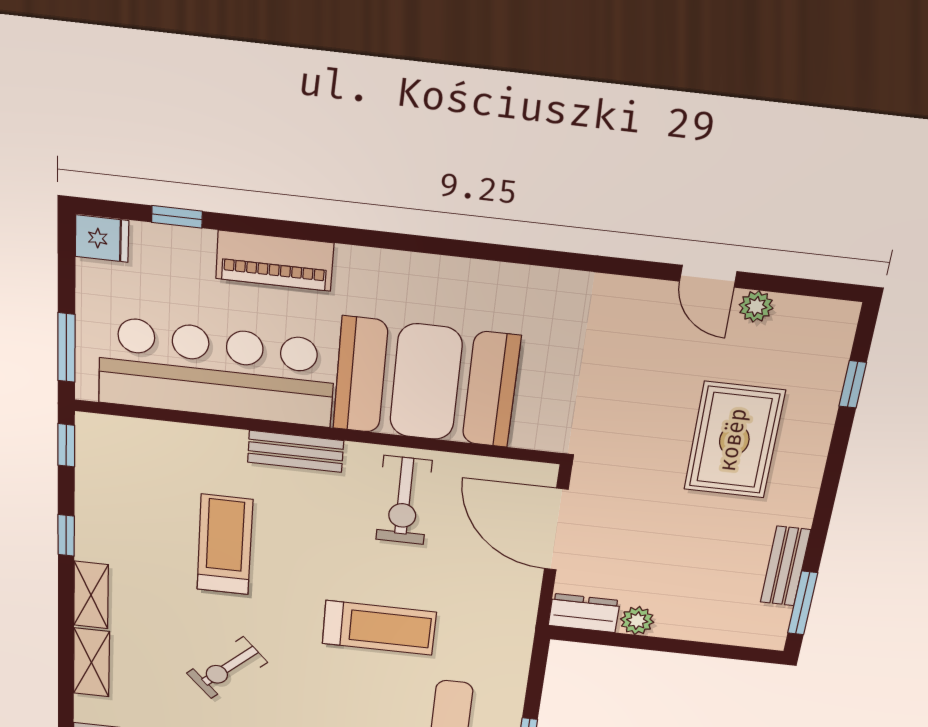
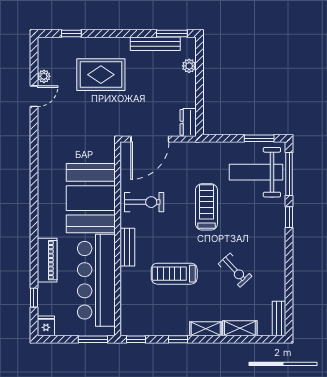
bench: (785, 566) -> (155, 44), width x1.36
plant: (637, 621) -> (189, 66), moved

